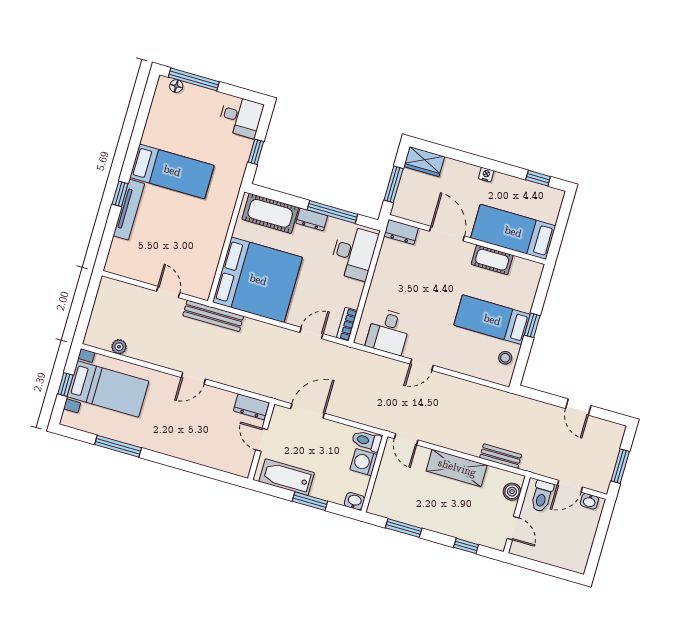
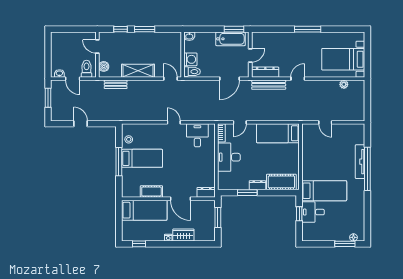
window: (194, 79) -> (345, 244), width x0.69
desk: (241, 117) -> (313, 212), moved
wardrobe: (424, 161) -> (183, 235), moved
bed: (172, 171) -> (324, 191), moved, turned 180
window: (120, 194) -> (367, 169), width x3.17
window: (332, 212) -> (247, 193), width x0.69
desk: (354, 253) -> (229, 157), moved
bed: (258, 280) -> (278, 133), width x0.49
bench: (213, 316) -> (269, 85), moved
window: (532, 325) -> (119, 162), width x2.17
door: (422, 365) -> (174, 122), hinge flipped
window: (65, 384) -> (367, 55), removed
dresser: (251, 407) -> (265, 72), width x1.44
door: (262, 440) -> (250, 55), hinge flipped
window: (118, 446) -> (308, 29), moved
door: (570, 486) -> (73, 79), swing flipped
window: (310, 501) -> (234, 29), moved
window: (404, 528) -> (145, 29), moved

